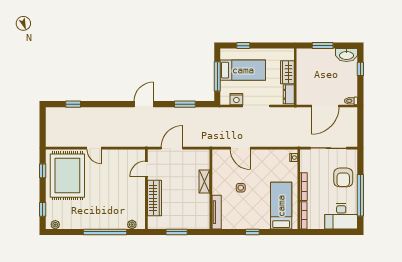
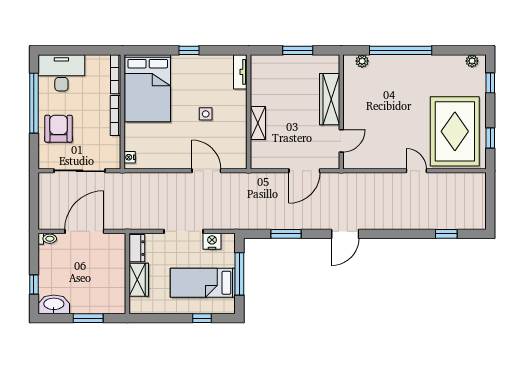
bed: (281, 206) -> (148, 88), width x1.50
tv unit: (217, 212) -> (240, 72), width x0.71

